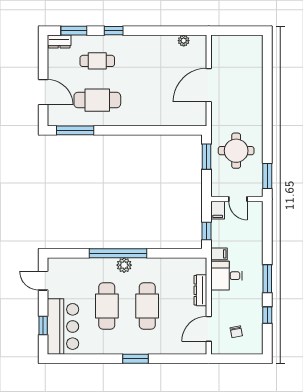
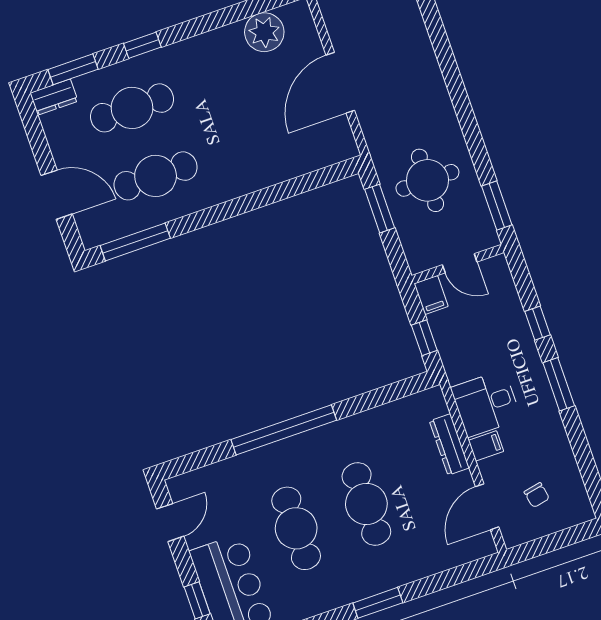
plant: (184, 41) -> (264, 32), width x1.88, depth x1.88
cafe table: (97, 61) -> (132, 108), width x1.37, depth x1.35
filing cabinet: (219, 254) -> (486, 446), moved
plant: (124, 265) -> (302, 447), removed
door: (43, 281) -> (170, 523), swing flipped
window: (267, 315) -> (537, 323), moved

